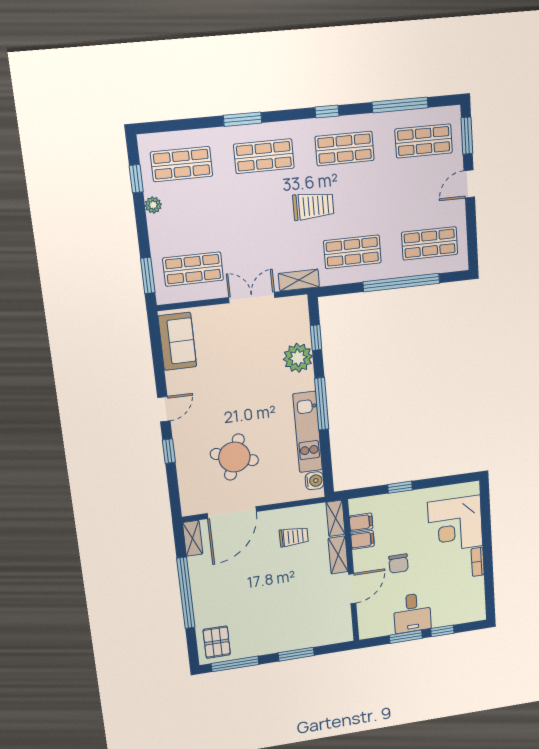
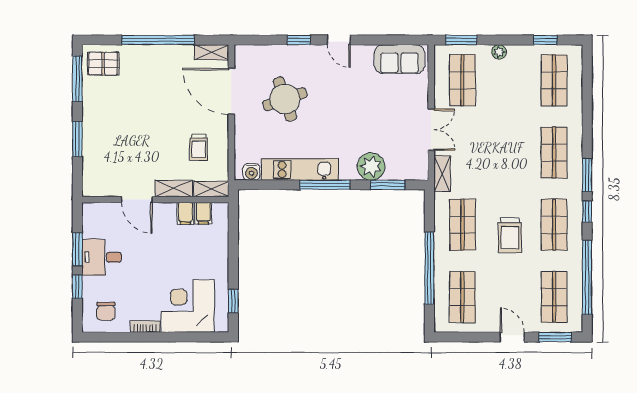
window: (400, 105) -> (587, 277), width x1.46
window: (243, 119) -> (587, 175), moved
plant: (153, 205) -> (499, 52), moved
trolley: (313, 206) -> (510, 235), moved
window: (316, 338) -> (388, 185), width x1.50
round table: (234, 457) -> (285, 99), turned -37
window: (400, 487) -> (233, 301), moved
chair: (398, 564) -> (106, 311), moved, turned -90

